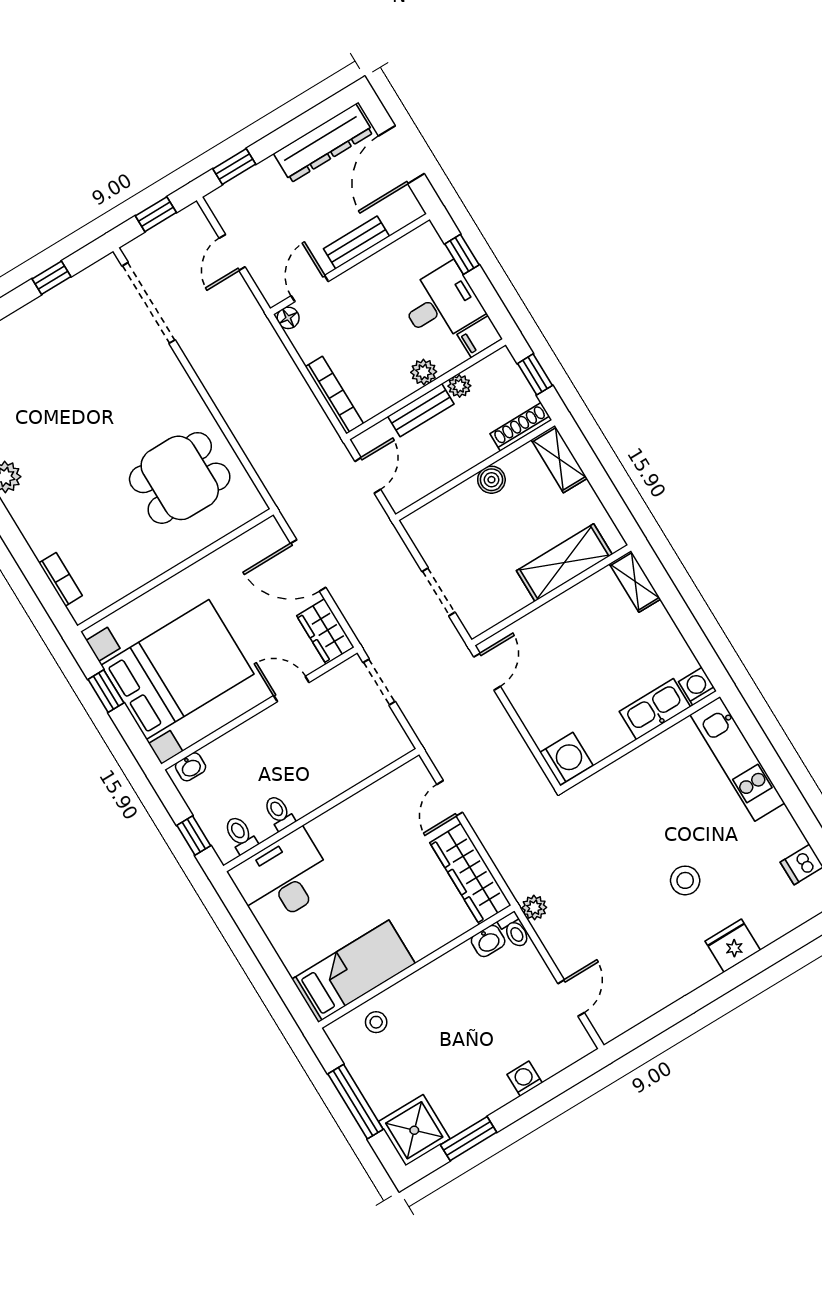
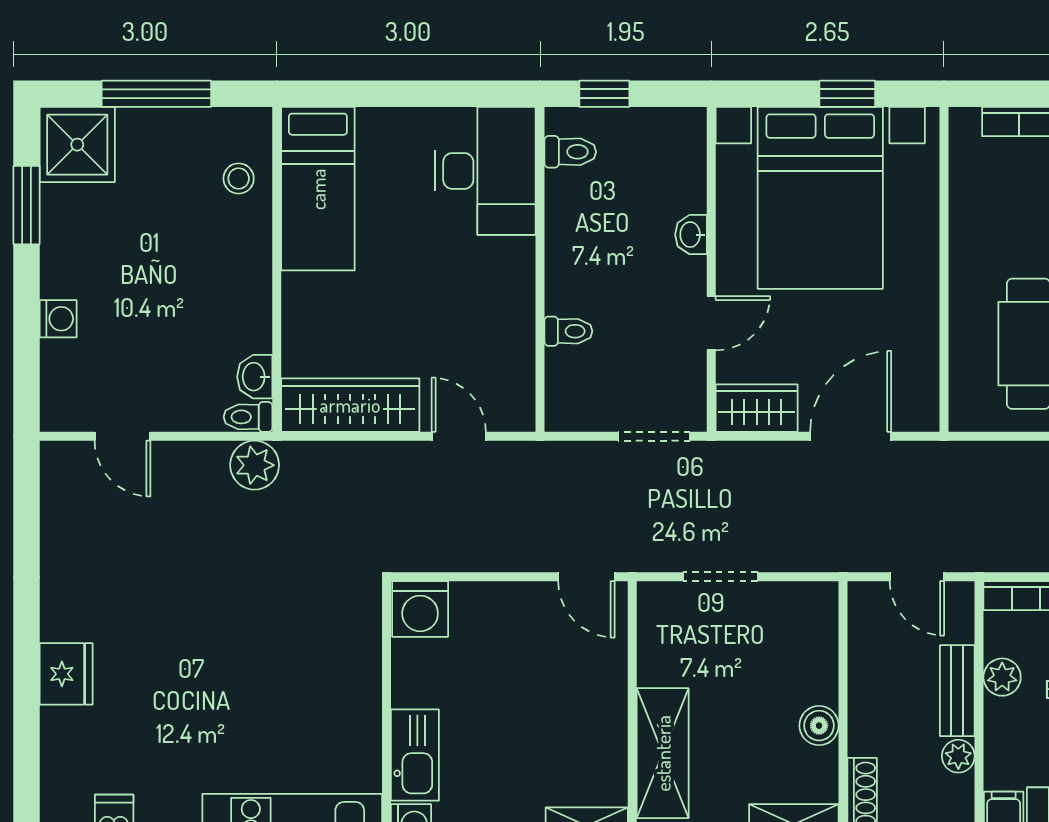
plant: (424, 372) -> (1002, 677), moved
washbasin: (191, 767) -> (691, 235), moved
toilet: (279, 813) -> (568, 331), moved
stool: (685, 880) -> (182, 664), removed
plant: (534, 908) -> (255, 465), width x1.38, depth x1.38

